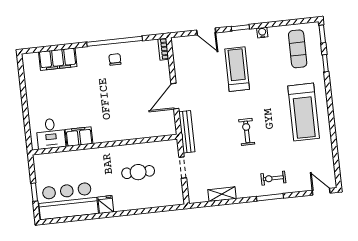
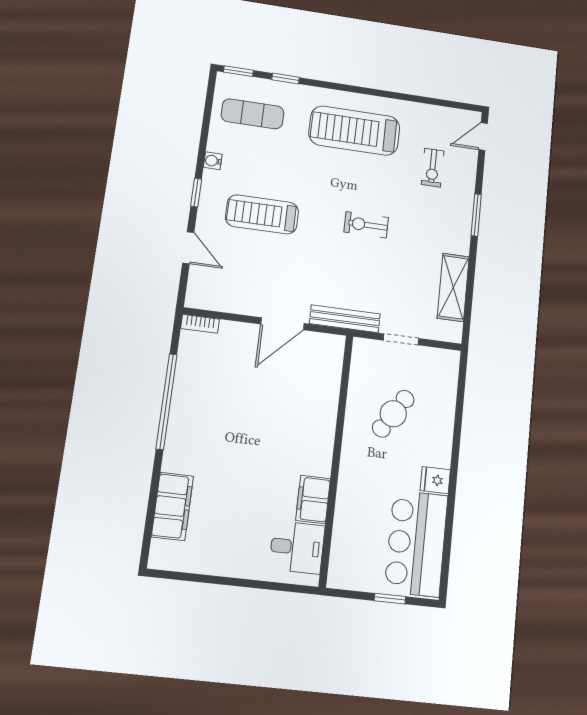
door: (206, 31) -> (188, 248), hinge flipped
chair: (115, 59) -> (197, 408), removed
door: (175, 96) -> (282, 324), hinge flipped
treadmill: (304, 112) -> (354, 131), turned 180
cafe table: (138, 172) -> (393, 414), turned 33
exercise bike: (273, 178) -> (433, 168), moved
shelving: (222, 194) -> (453, 287), width x1.50, depth x1.33

